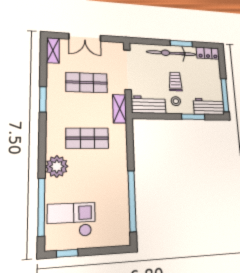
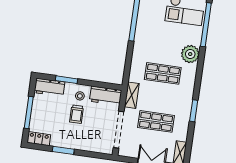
bicycle: (171, 53) -> (75, 142), removed
window: (225, 95) -> (29, 112), moved

